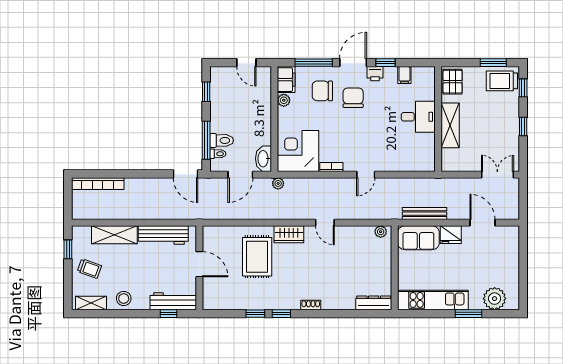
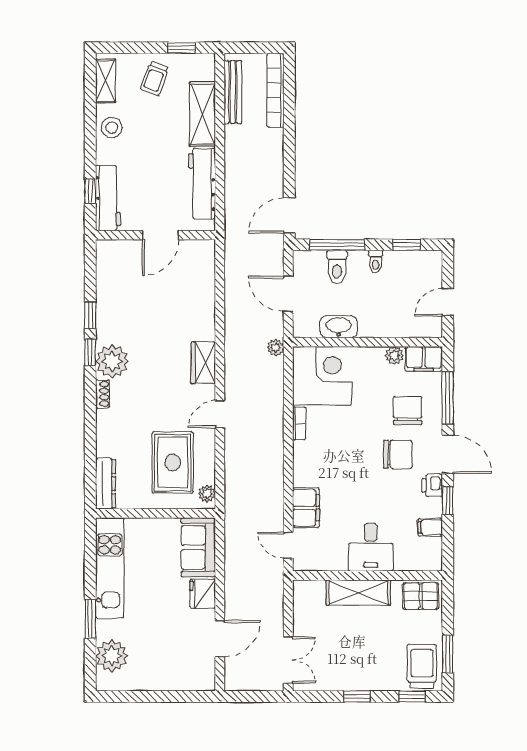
toilet: (218, 154) -> (376, 262), moved
washbasin: (263, 159) -> (339, 327), moved
filing cabinet: (391, 162) -> (306, 508), added
door: (366, 175) -> (288, 545), moved
bench: (424, 214) -> (233, 92), moved
rug: (257, 257) -> (173, 462), moved, turned 90
plant: (288, 298) -> (112, 361), added

